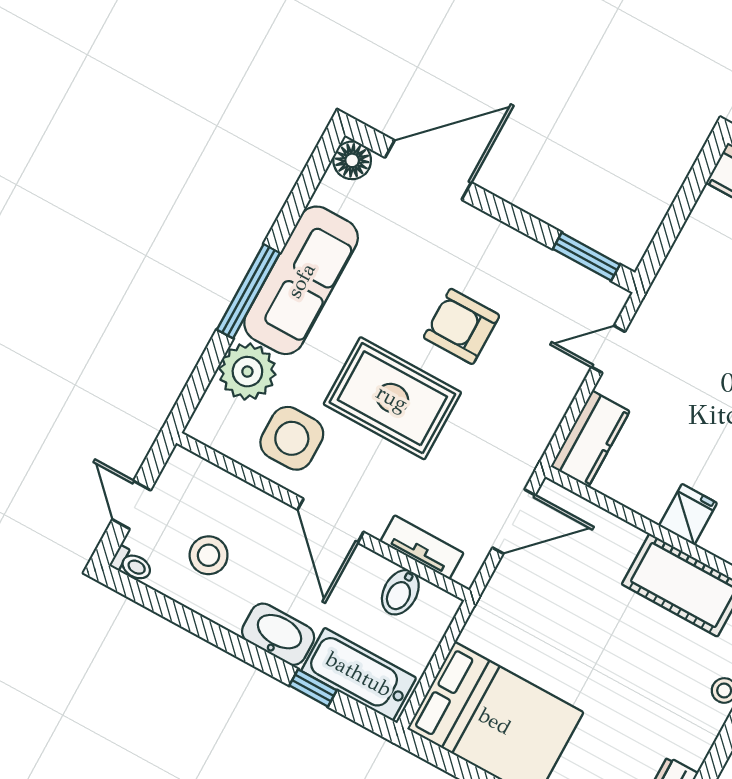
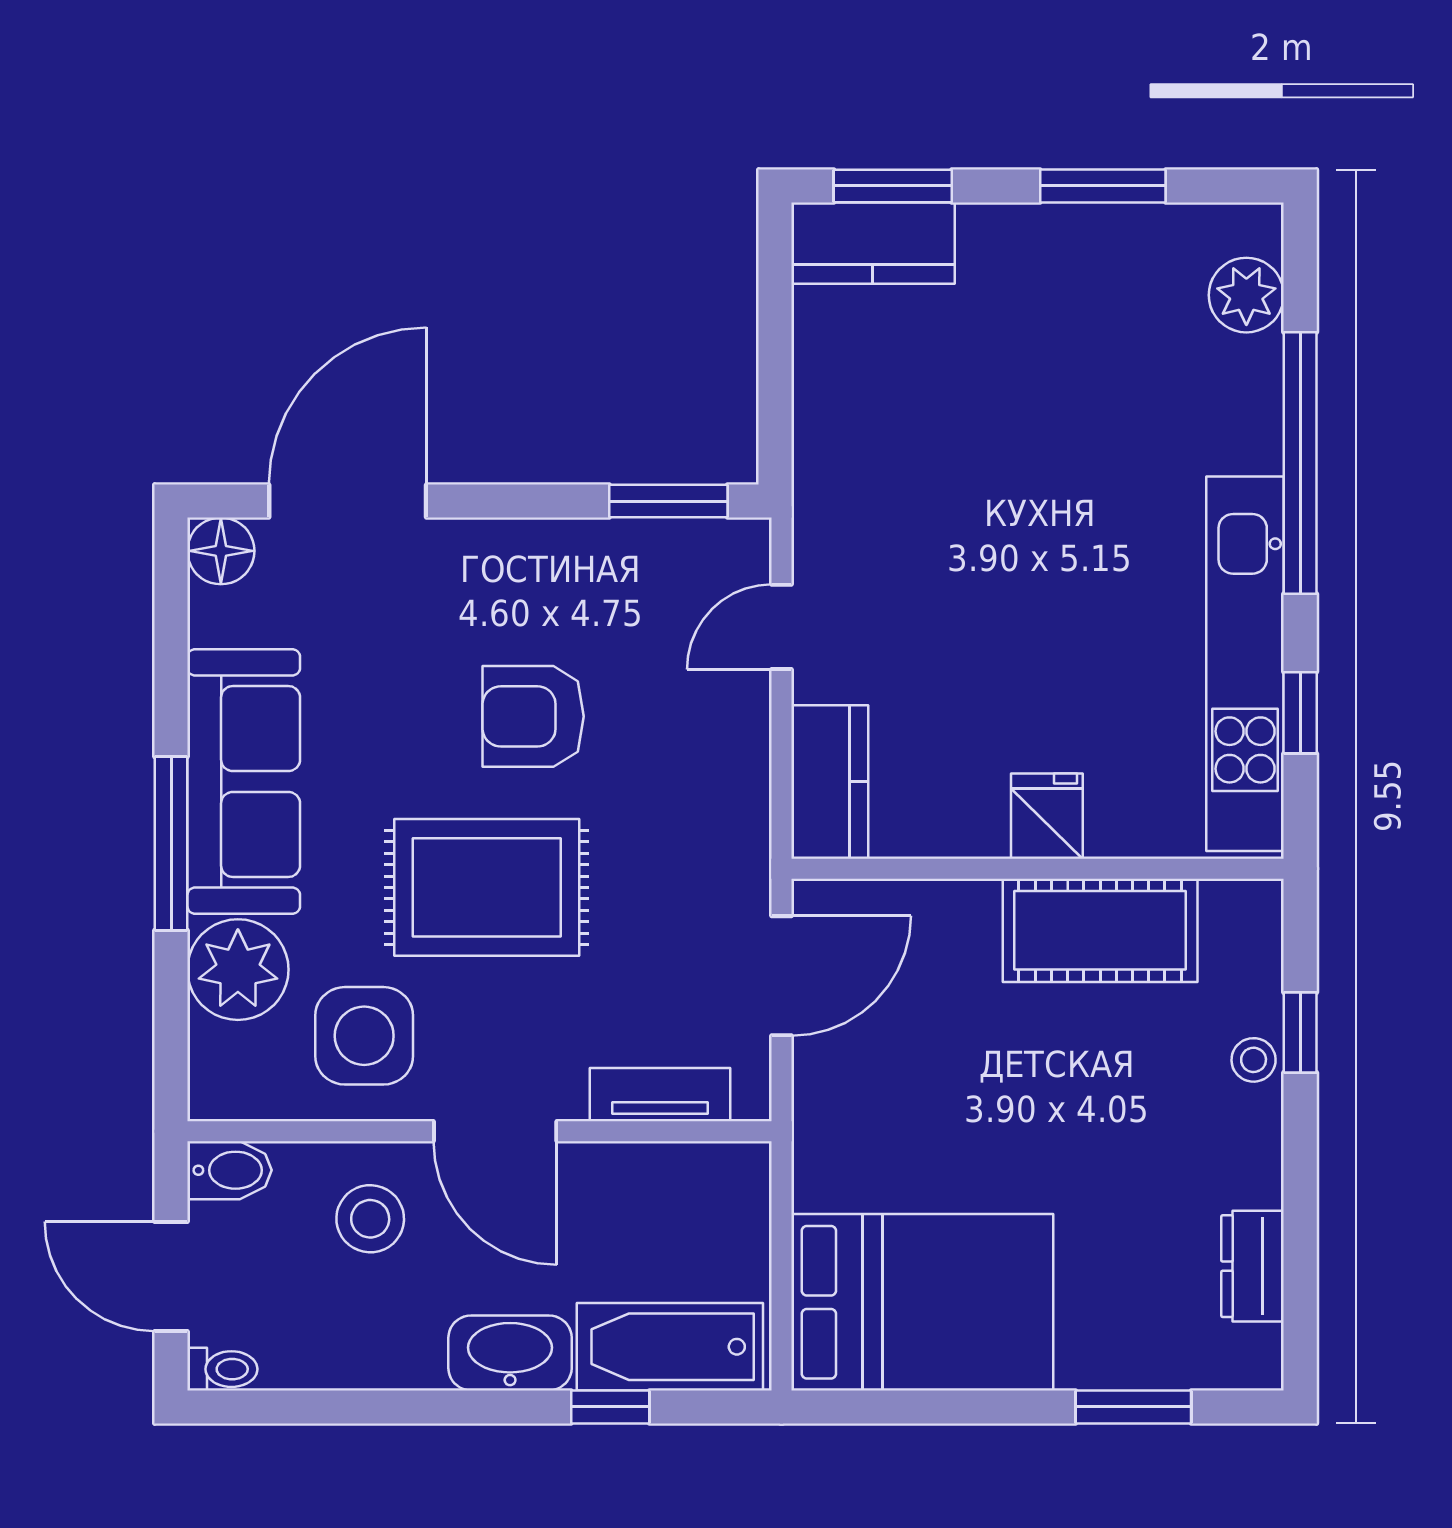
door: (132, 505) -> (171, 1276), width x1.38
stool: (209, 555) -> (370, 1219), moved
bidet: (400, 592) -> (230, 1170), moved, turned -90

